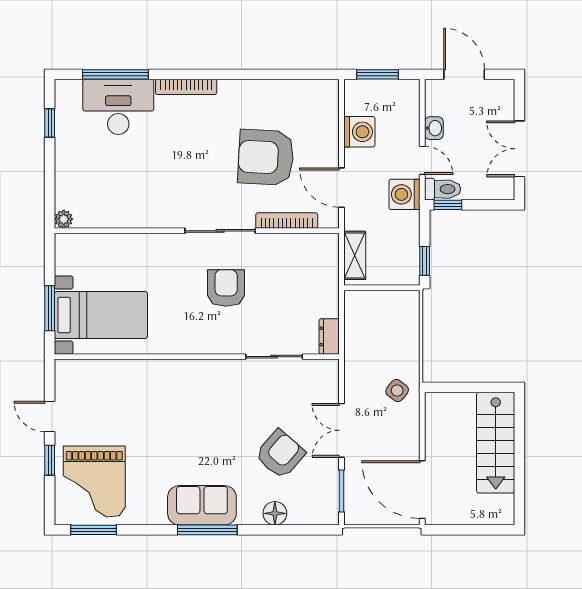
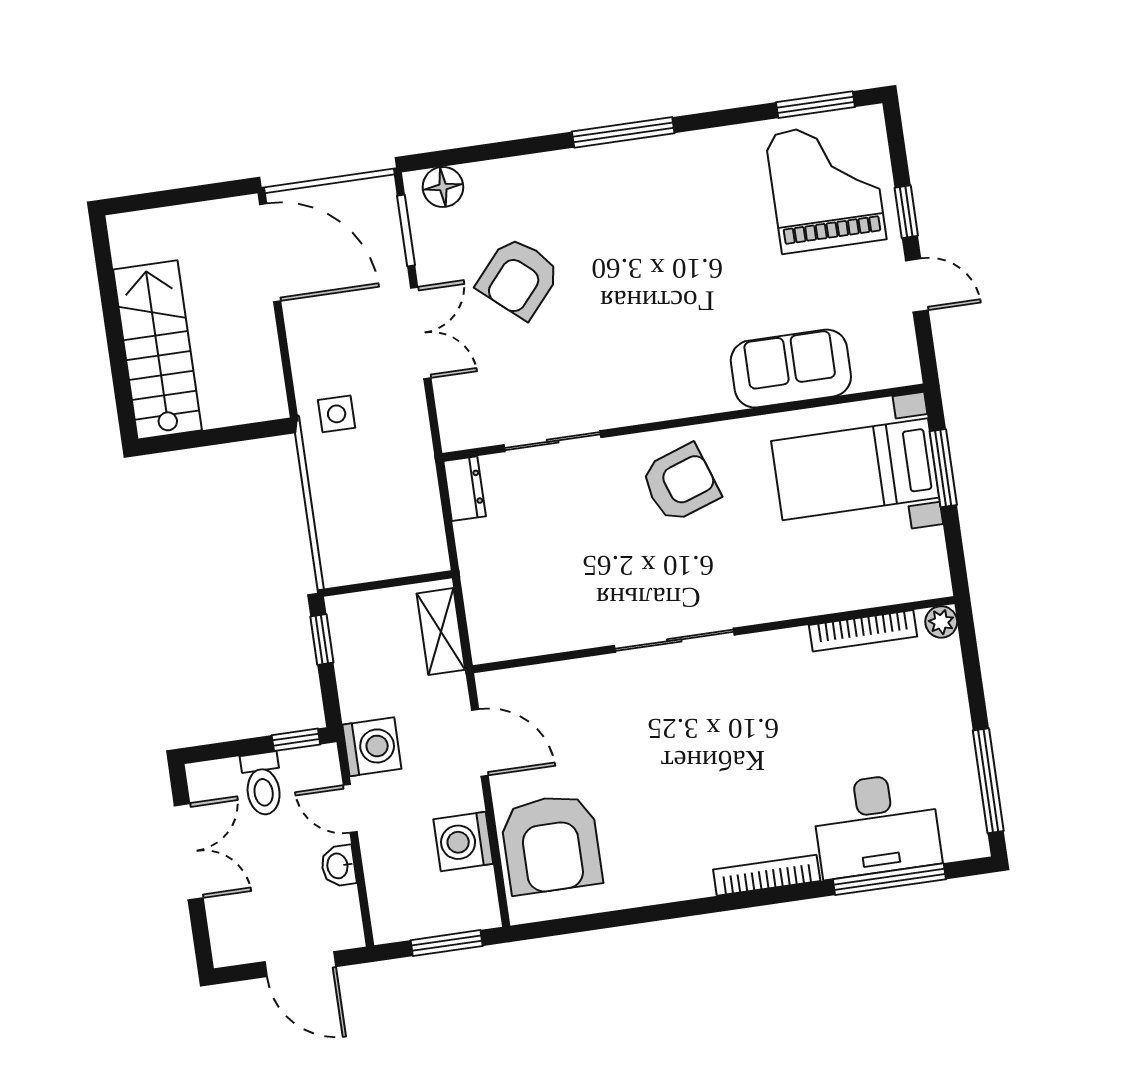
window: (50, 123) -> (988, 781), width x2.17
armchair: (266, 157) -> (551, 844), moved, turned 87
toilet: (443, 189) -> (262, 784), moved, turned -90
bookcase: (287, 221) -> (863, 631), moved
armchair: (226, 288) -> (680, 483), moved, turned -109
side table: (397, 390) -> (337, 414), turned -38
sofa: (202, 505) -> (791, 369), moved, turned 180
floor lamp: (275, 513) -> (443, 187), moved

